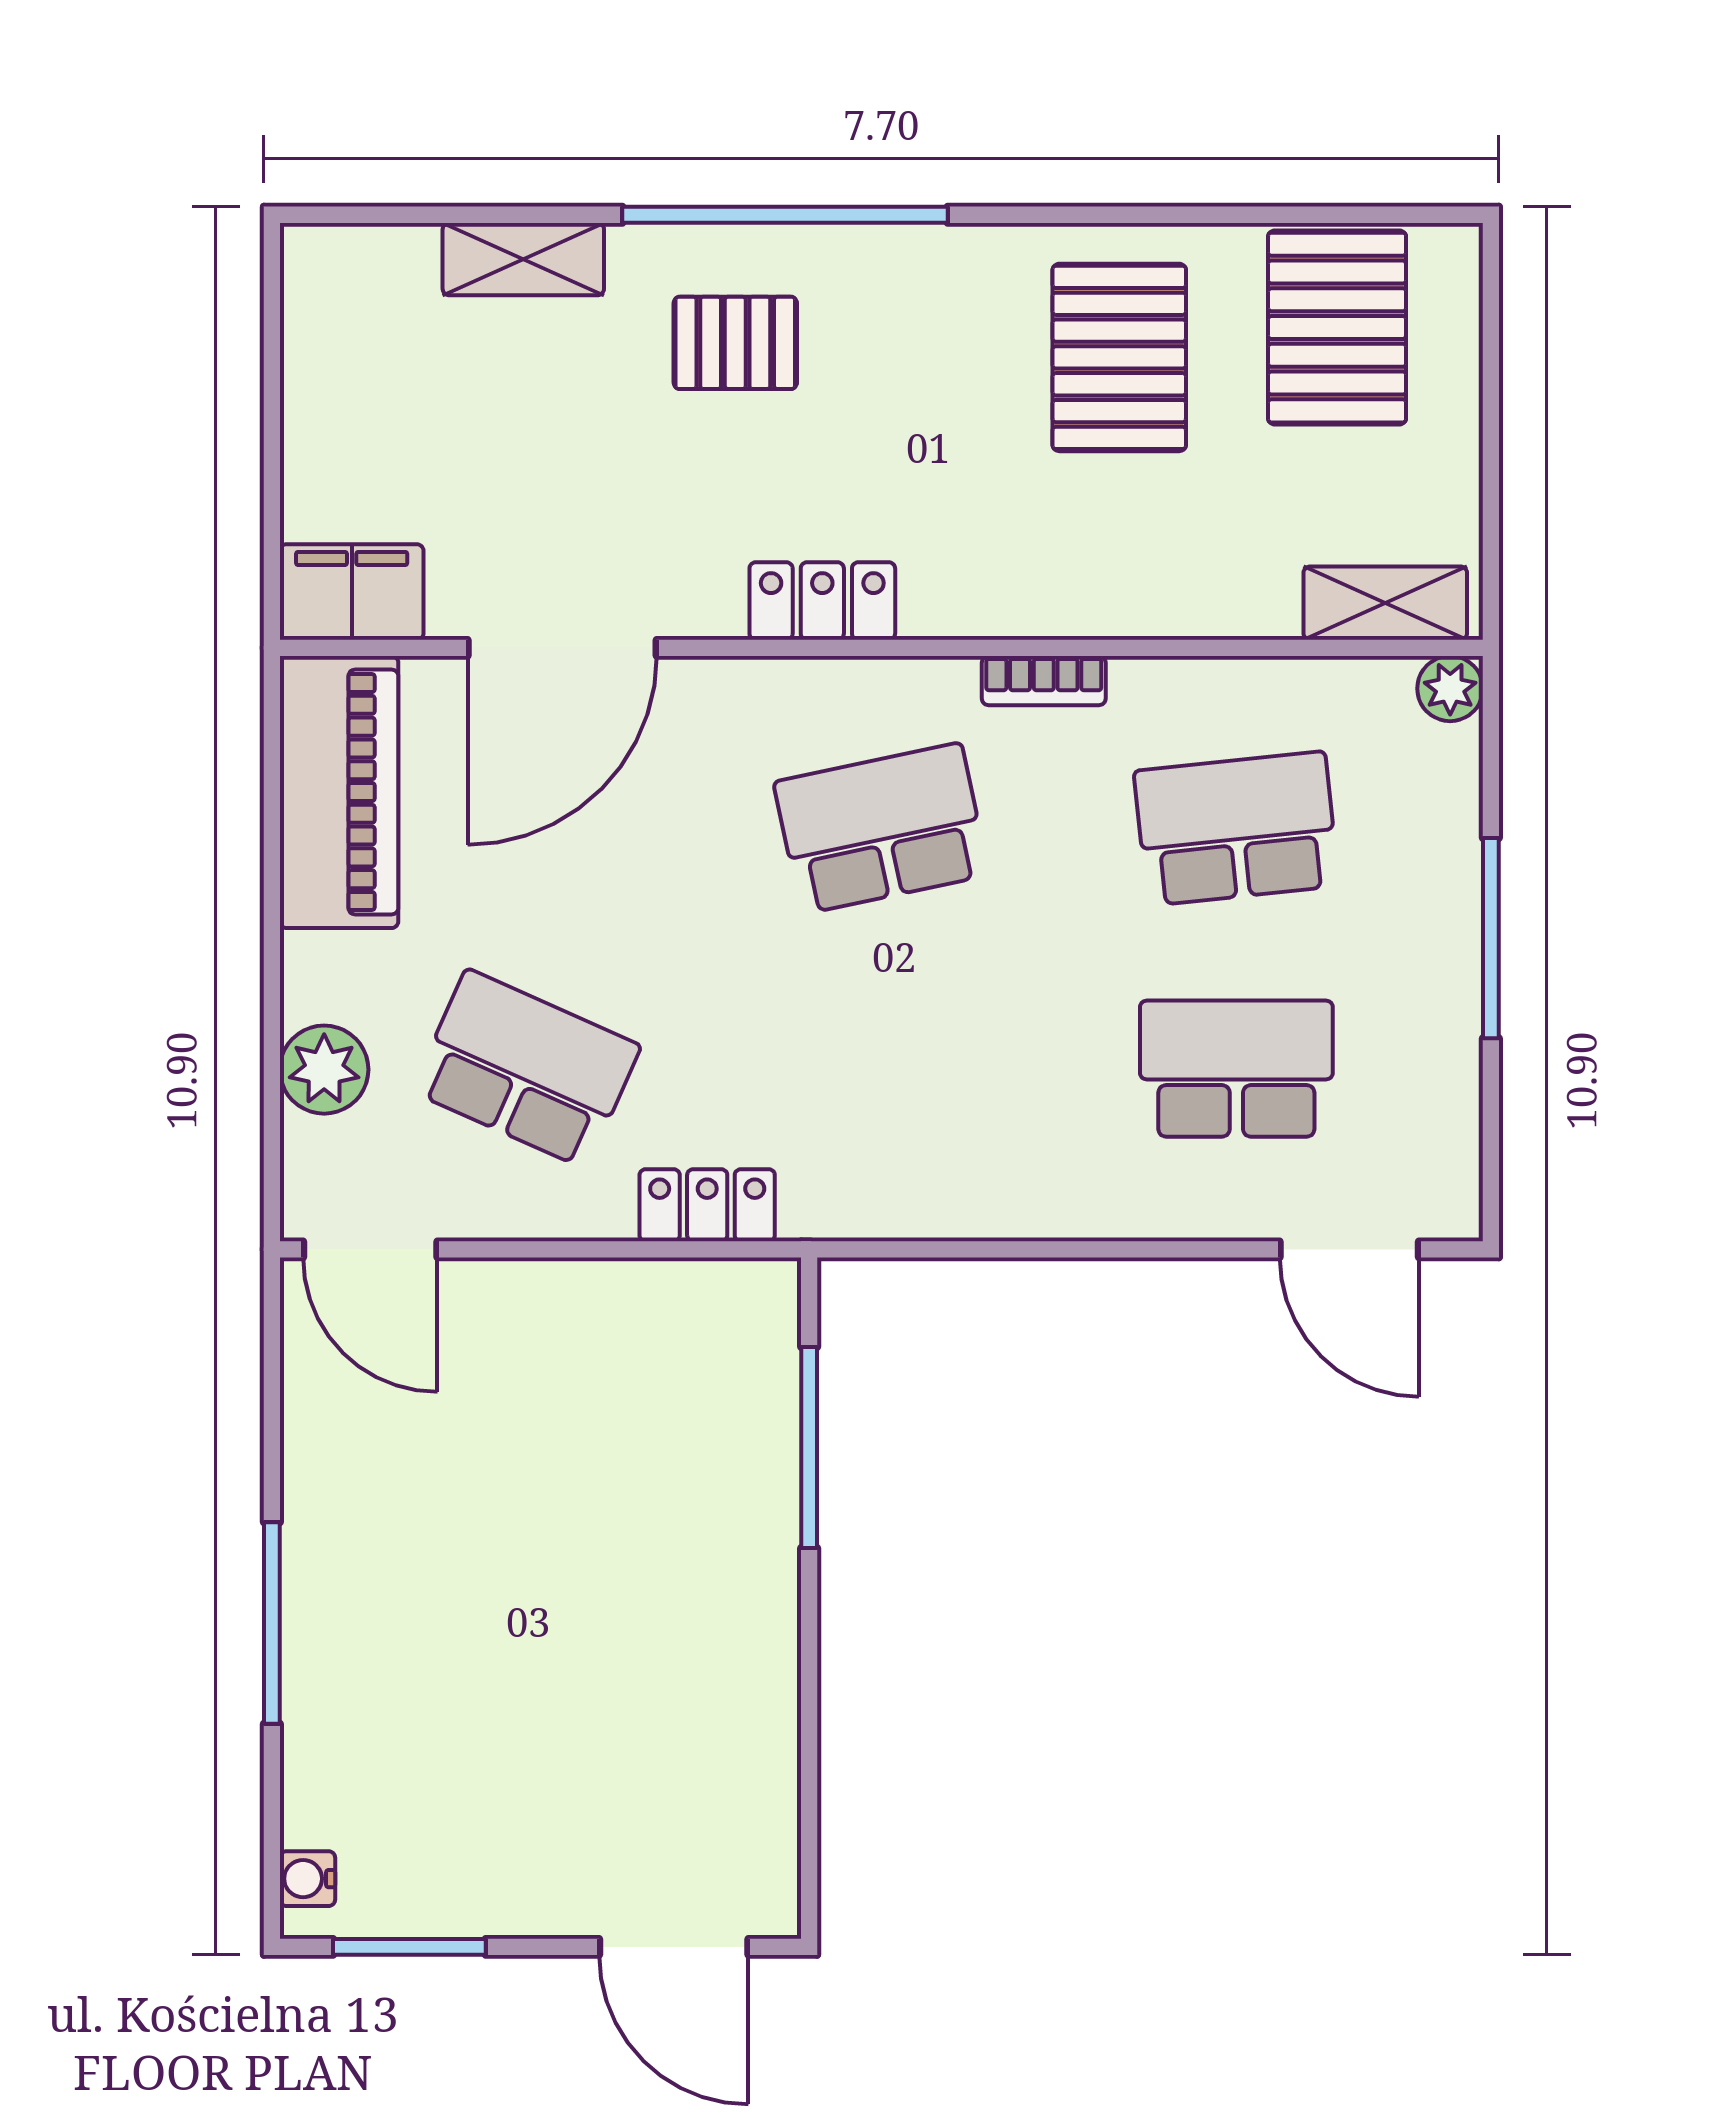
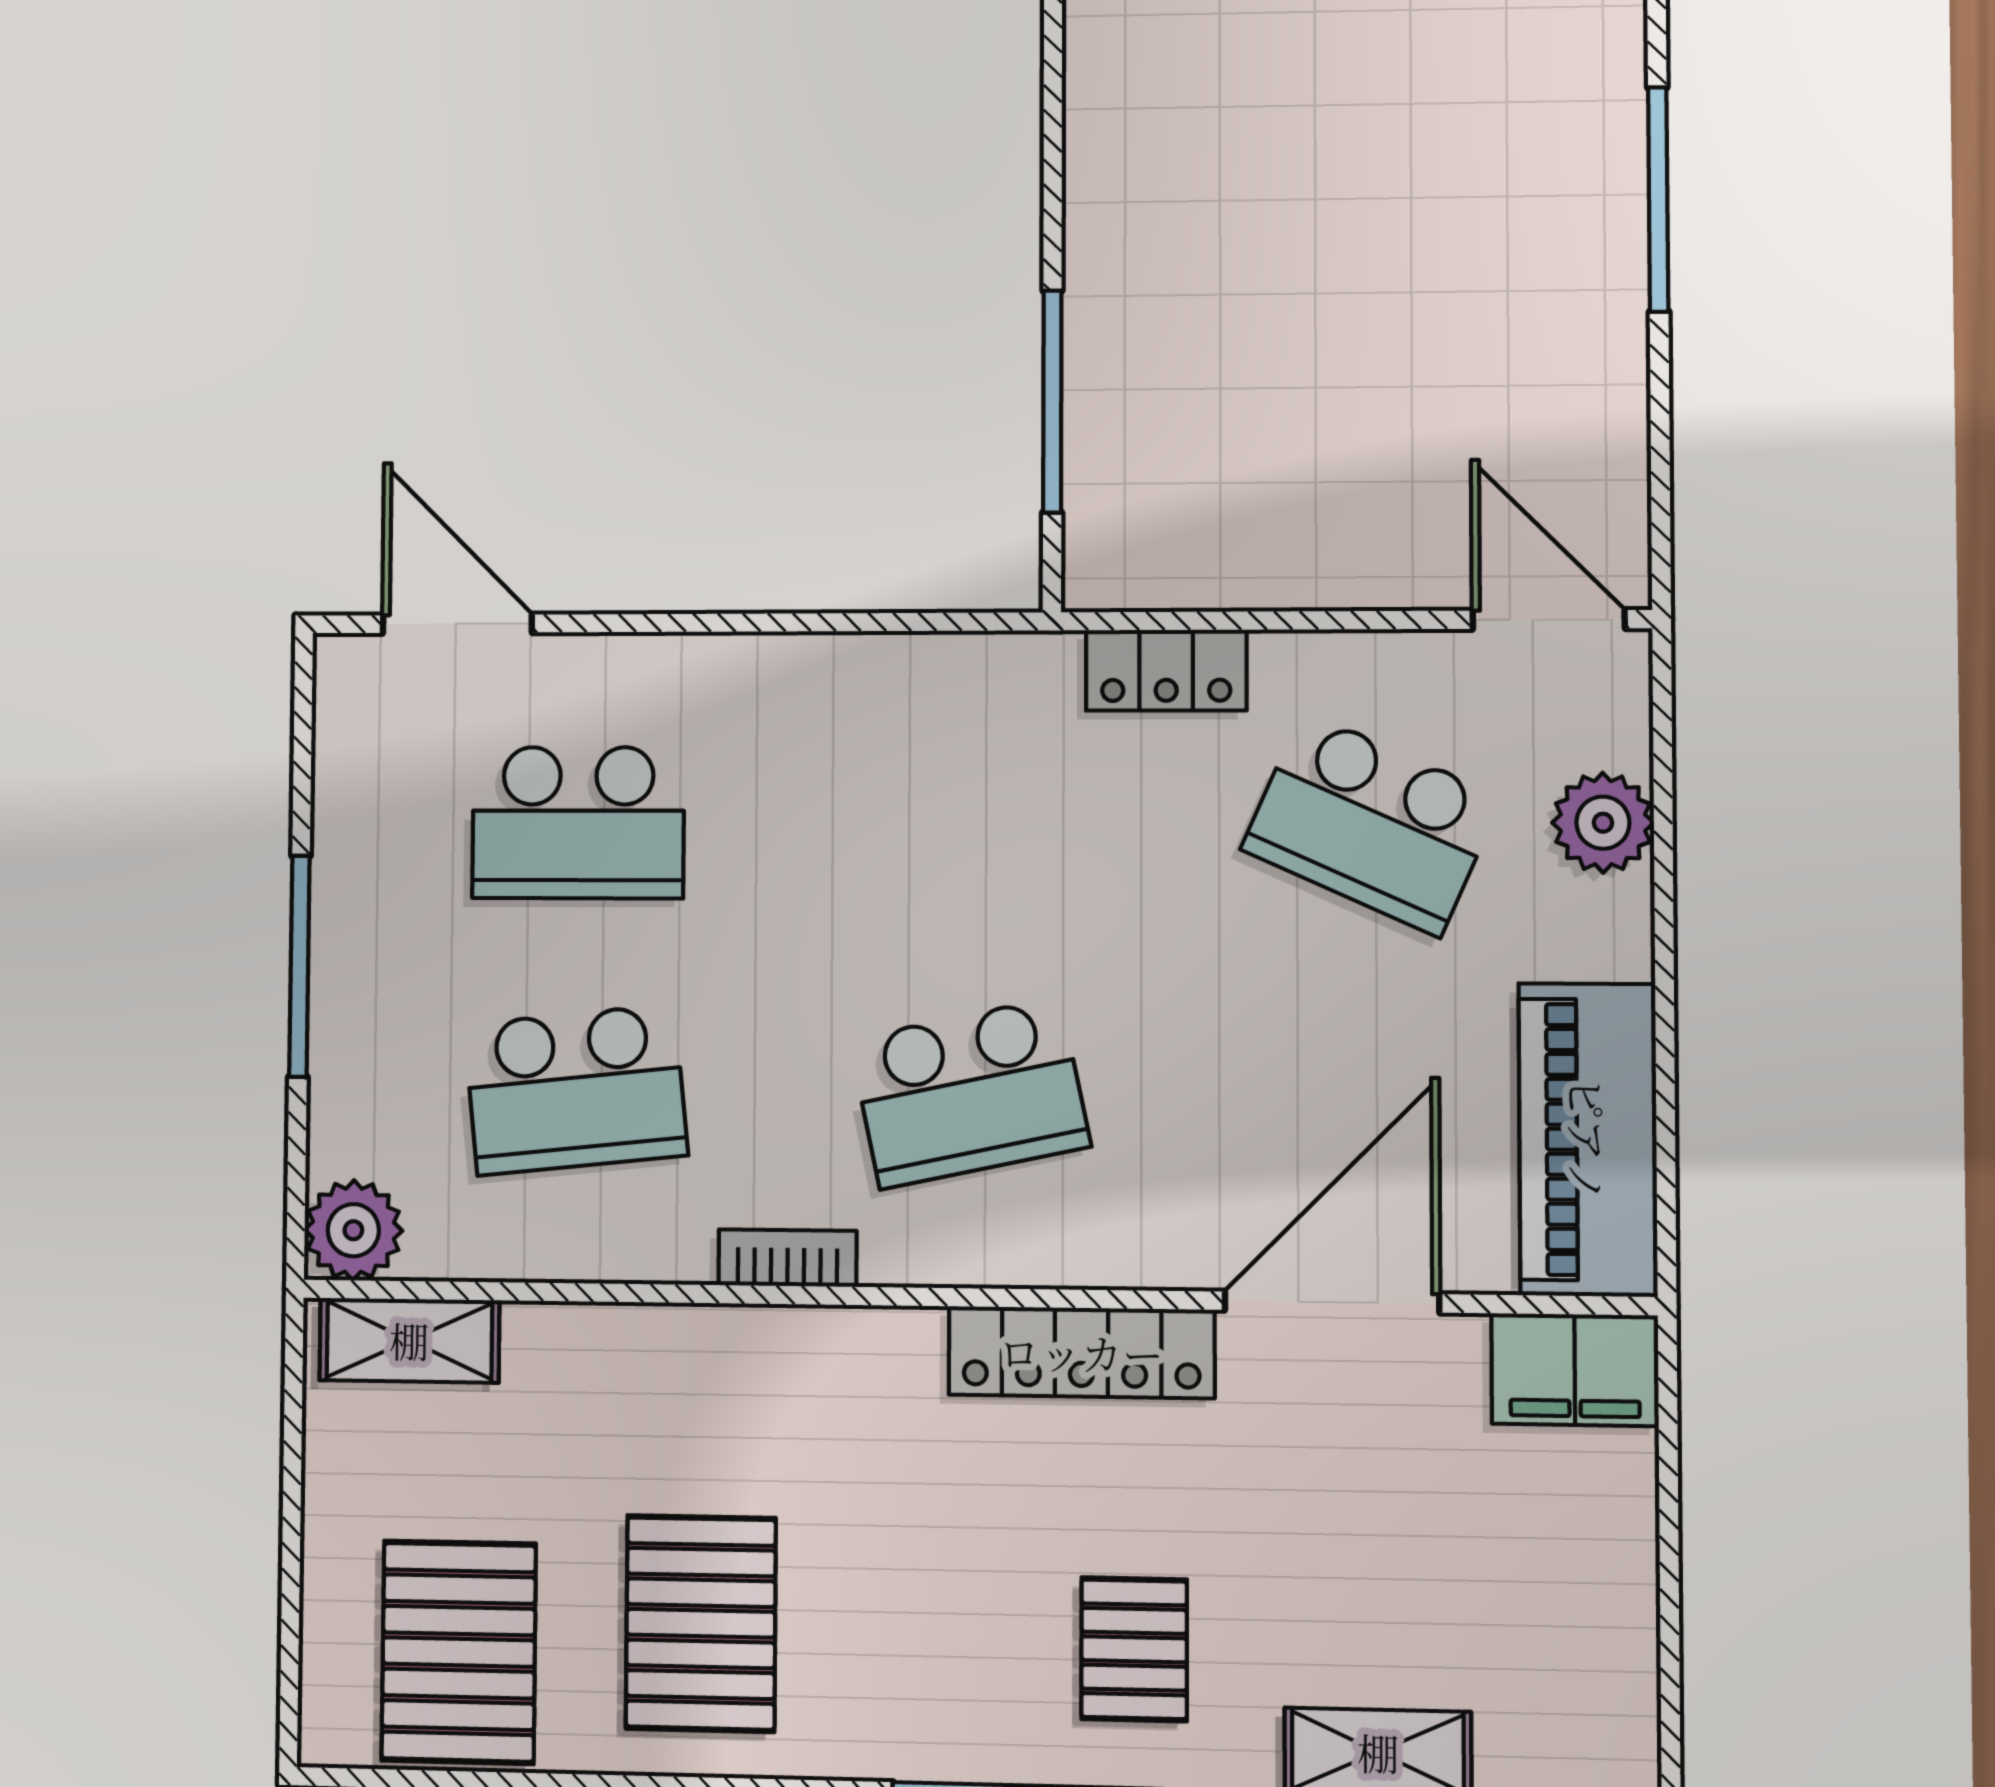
pallet: (735, 343) -> (1134, 1649), turned 90
locker: (822, 601) -> (1081, 1352), width x1.53
plant: (1450, 689) -> (353, 1230), width x1.38, depth x1.38

